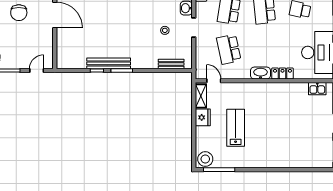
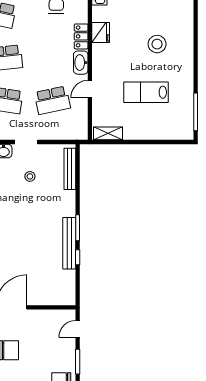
bench: (171, 64) -> (70, 169), width x1.36
door: (37, 71) -> (78, 329), hinge flipped
door: (214, 81) -> (90, 89), moved
fridge: (203, 117) -> (101, 33), moved, turned 90
stool: (205, 159) -> (157, 44), moved

